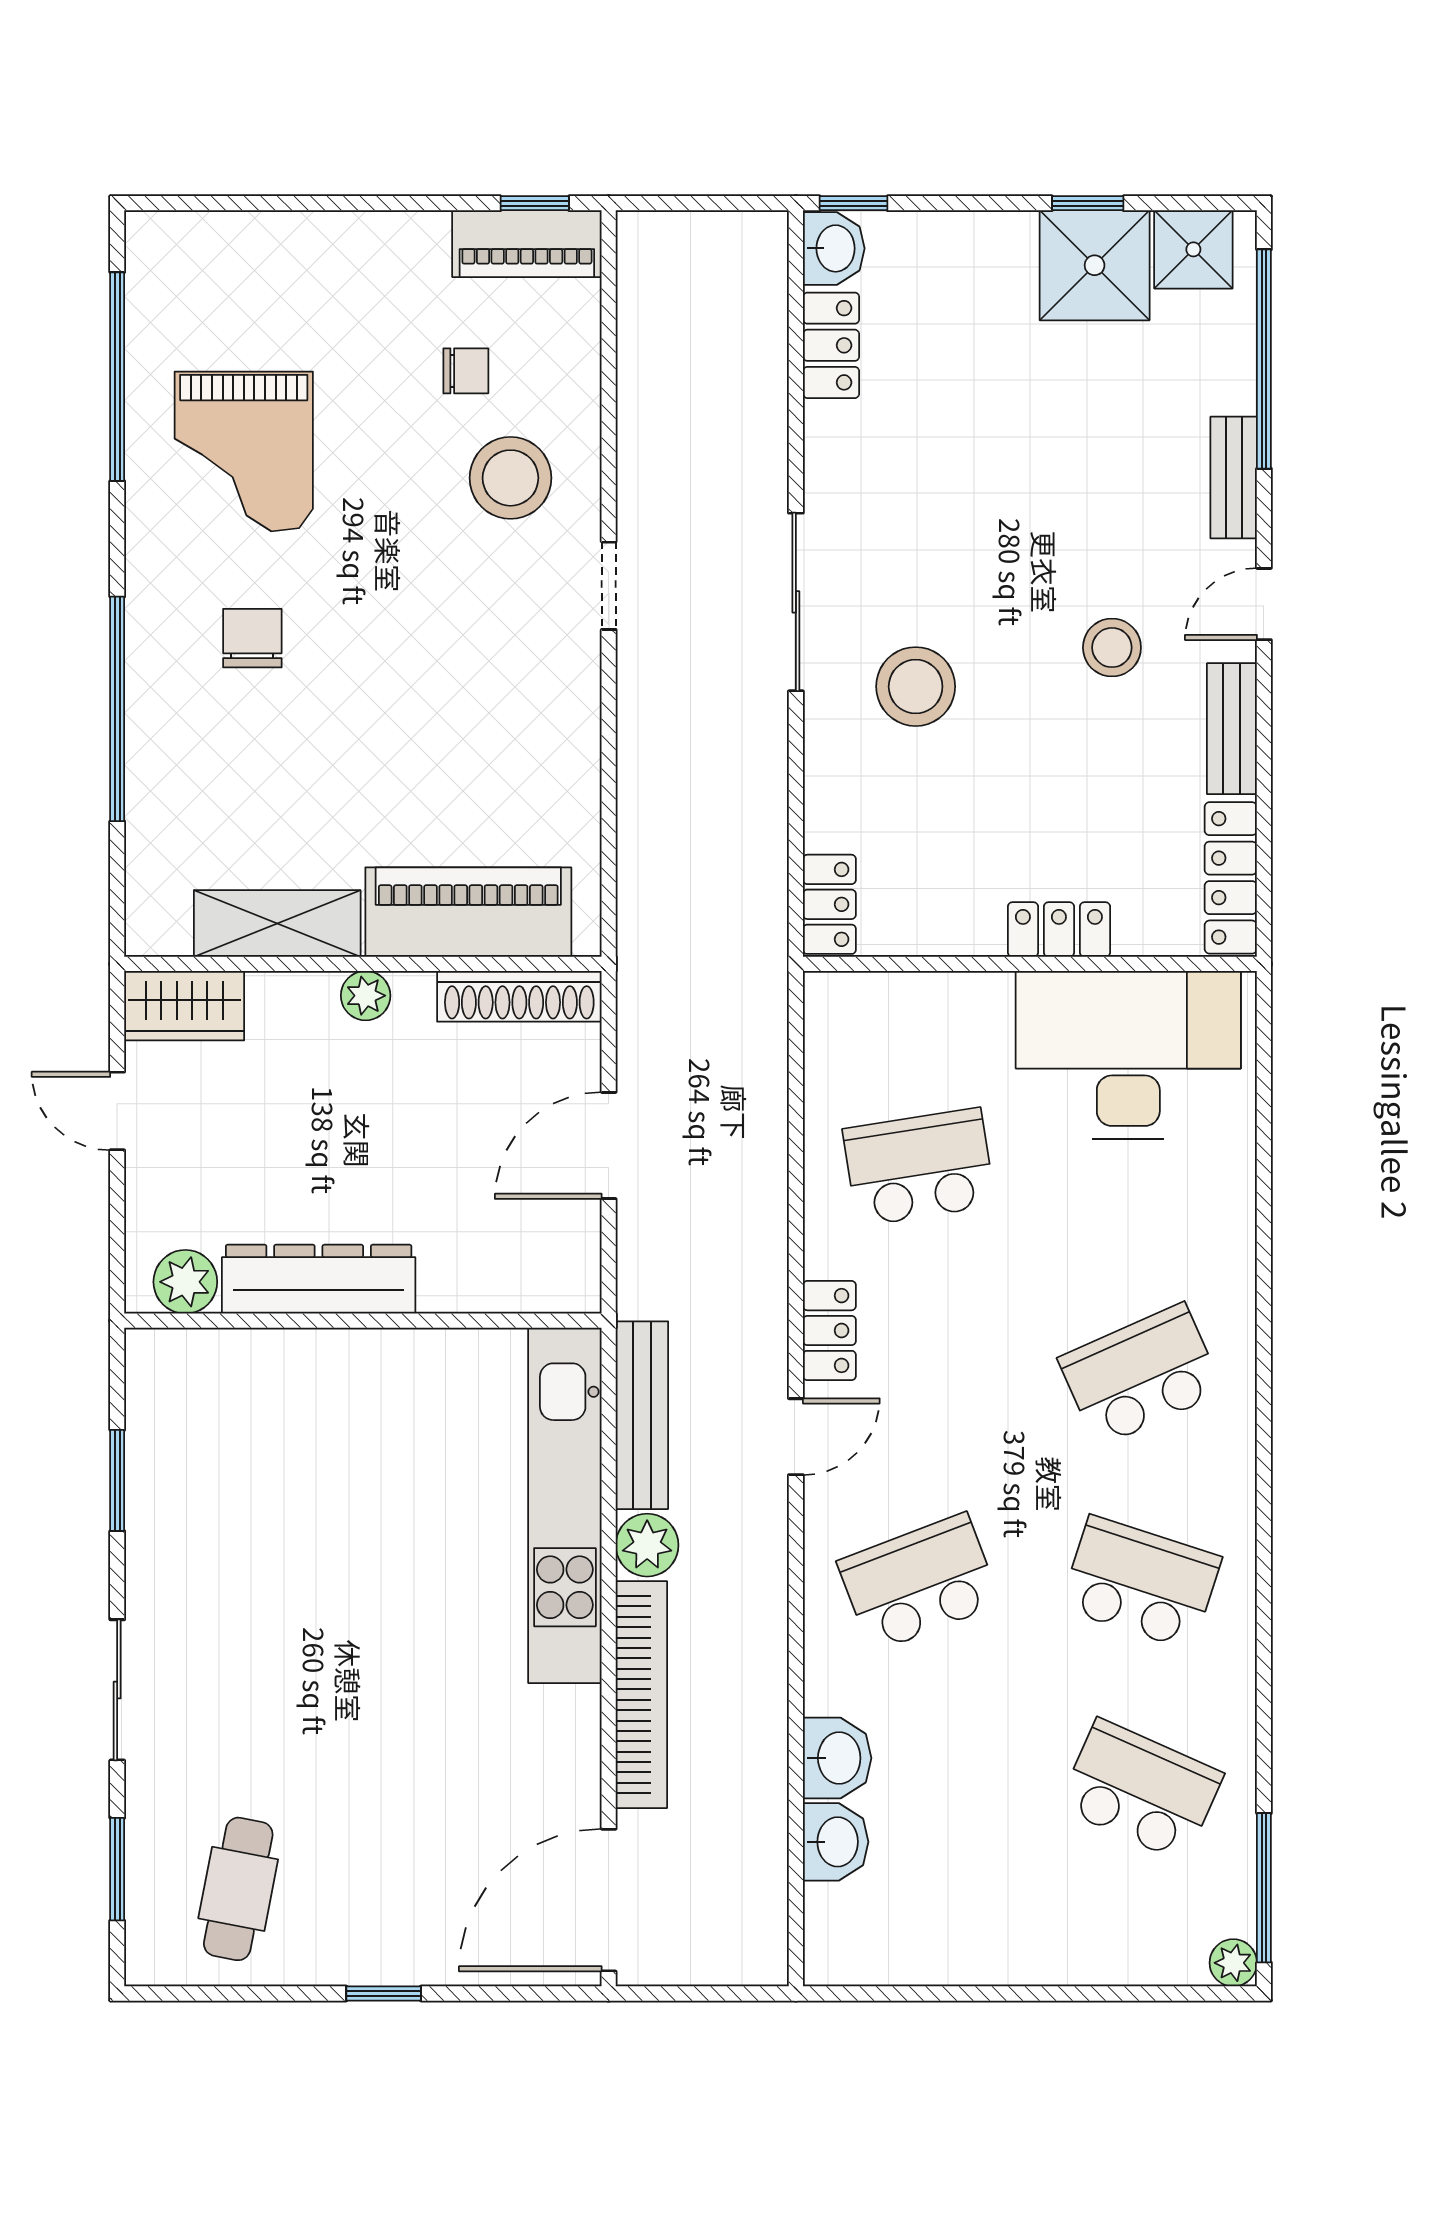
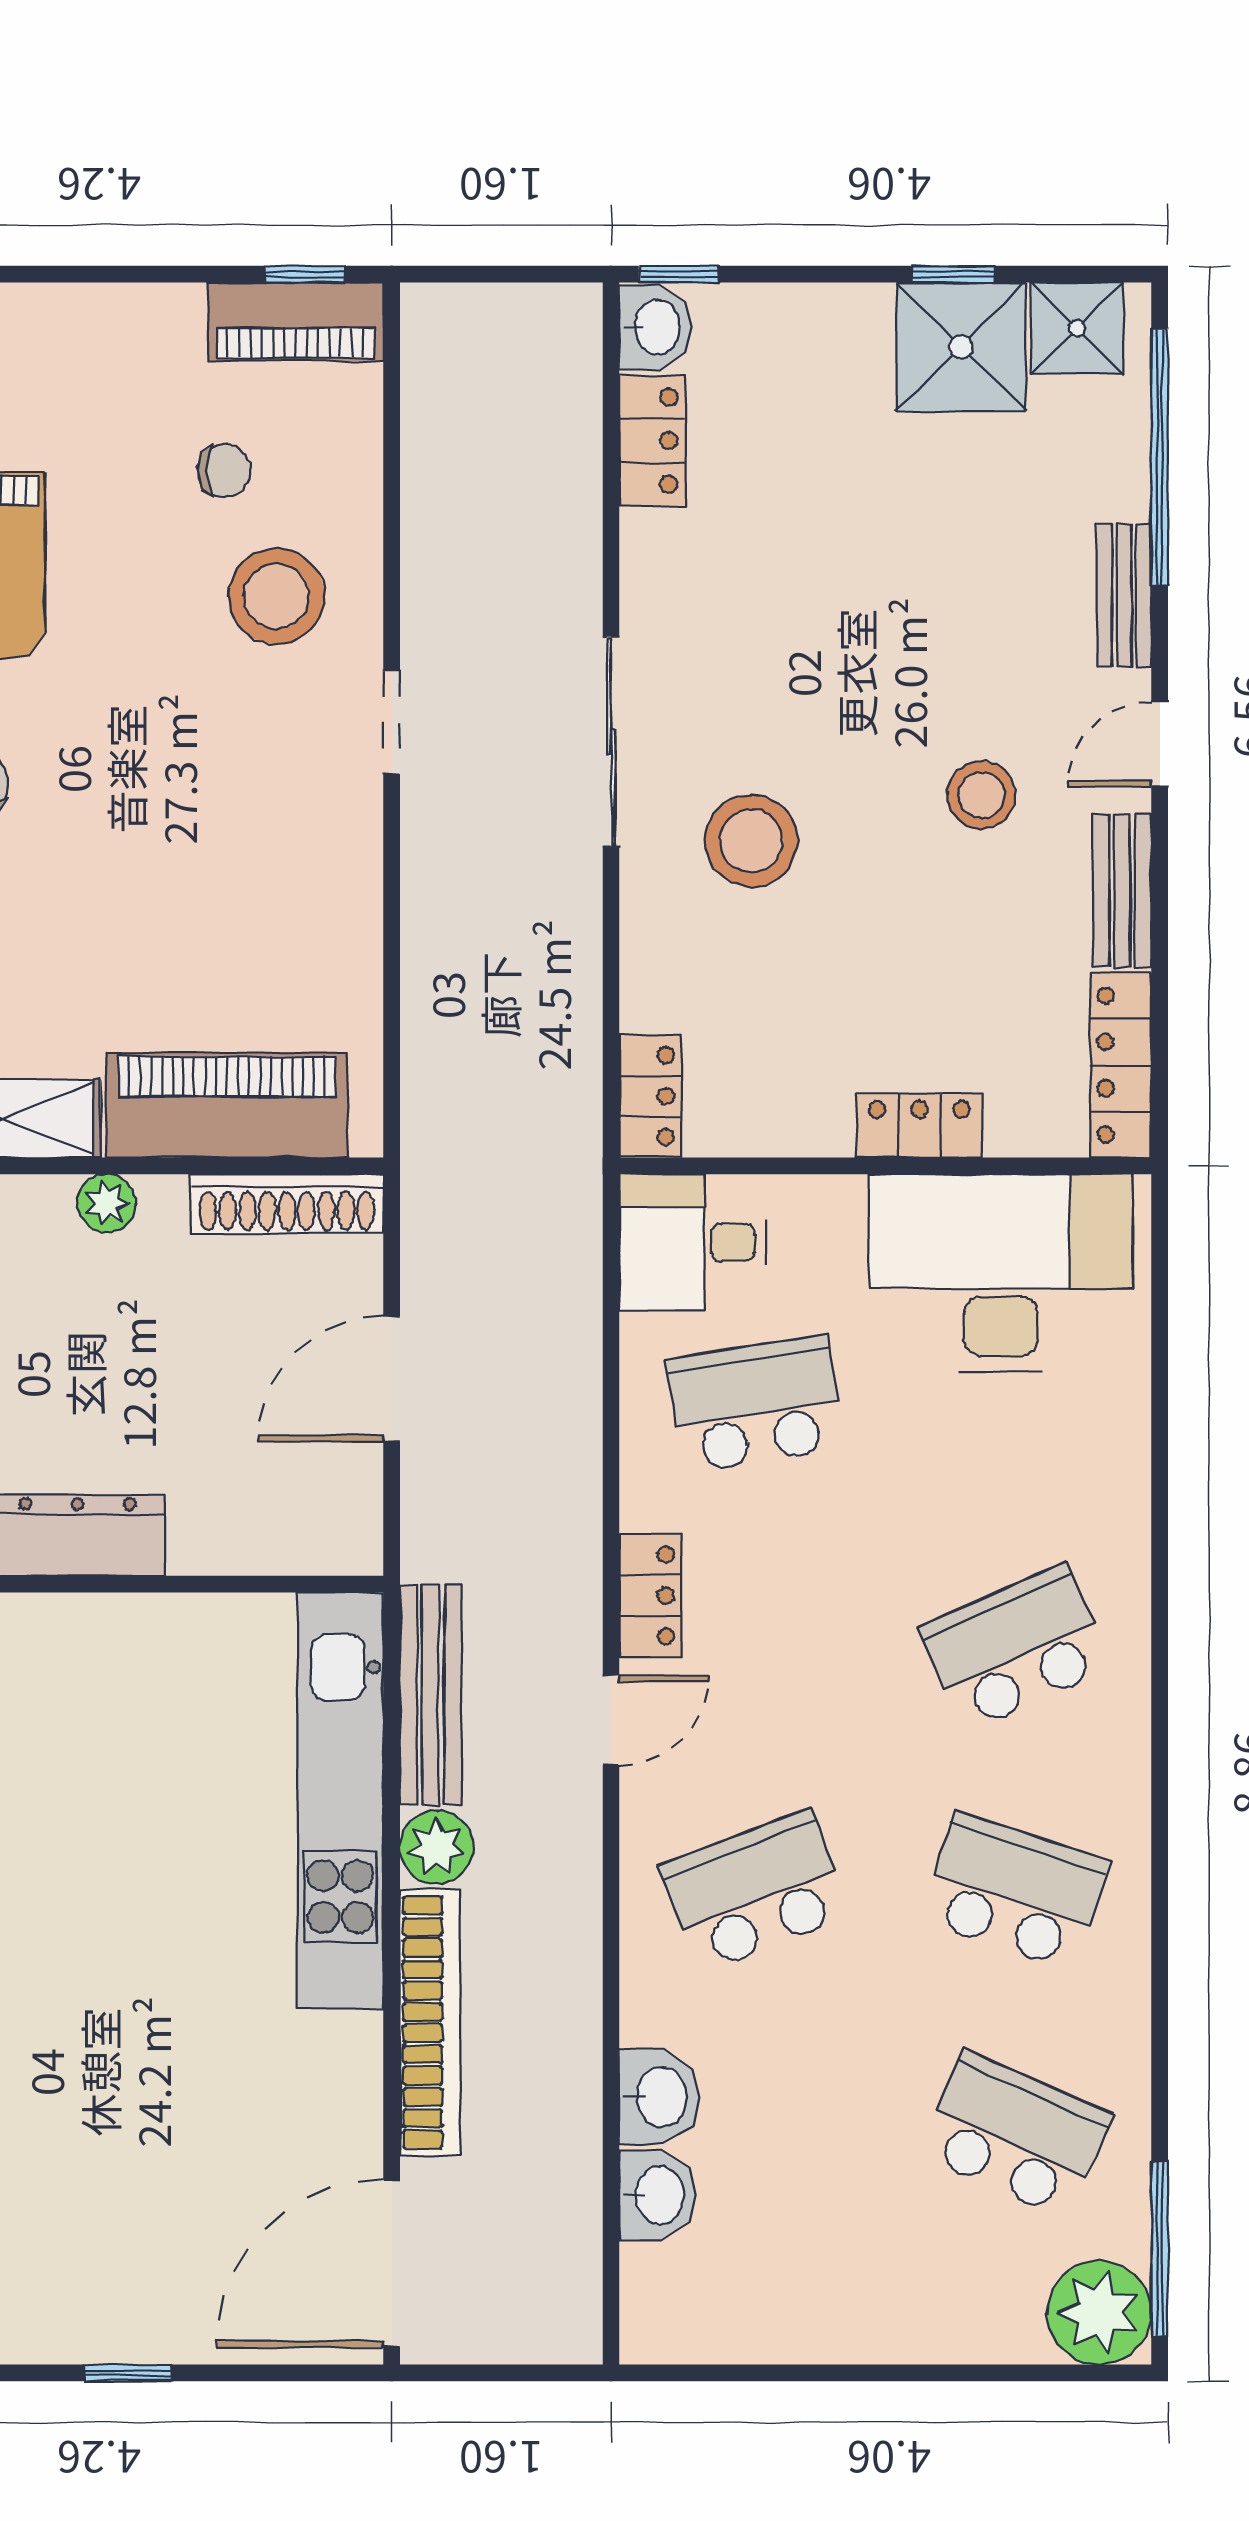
desk: (866, 1029) -> (693, 1242), added
plant: (1233, 1963) -> (1099, 2313), width x1.88, depth x1.88

